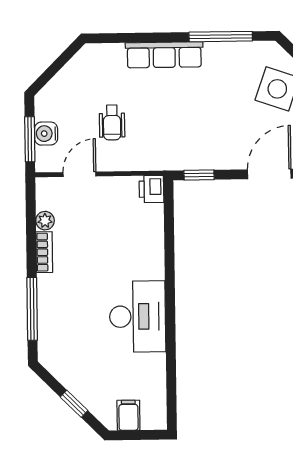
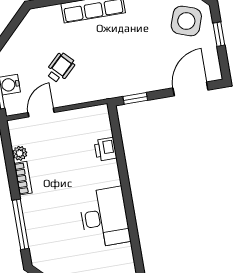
wheelchair: (112, 122) -> (60, 68), turned -134
printer: (151, 189) -> (105, 149), moved

